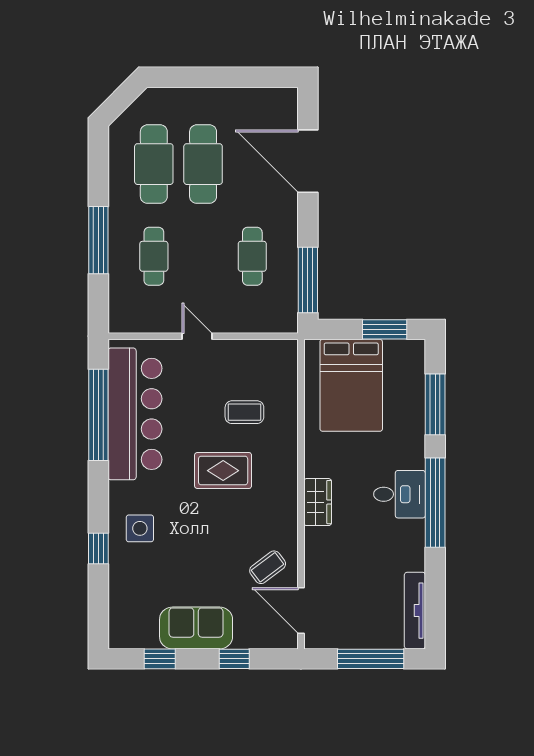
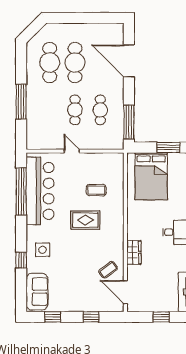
cafe table: (154, 256) -> (75, 110), moved
wardrobe: (318, 502) -> (134, 252), moved
sofa: (196, 628) -> (37, 292), moved, turned 90
window: (371, 659) -> (161, 317), width x0.46

